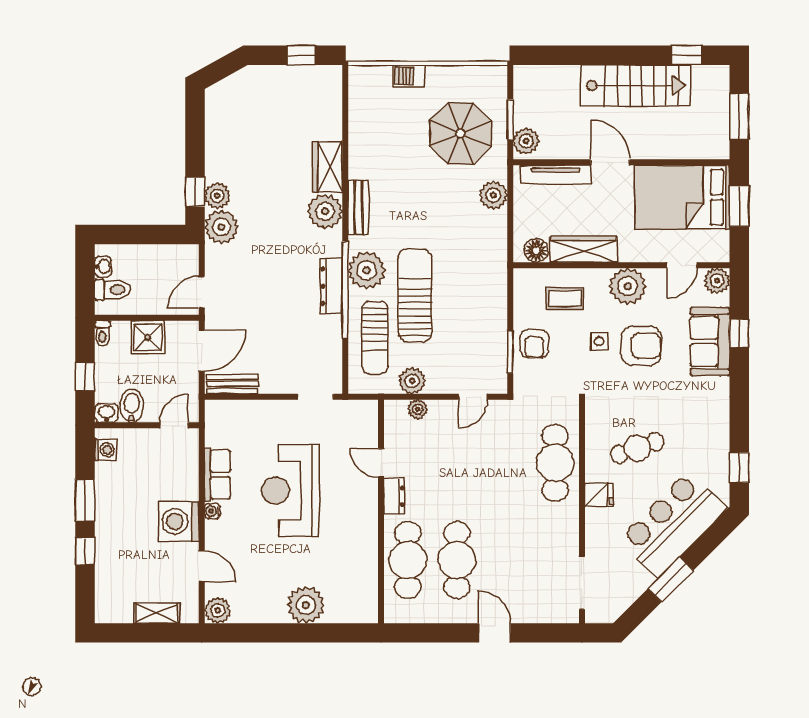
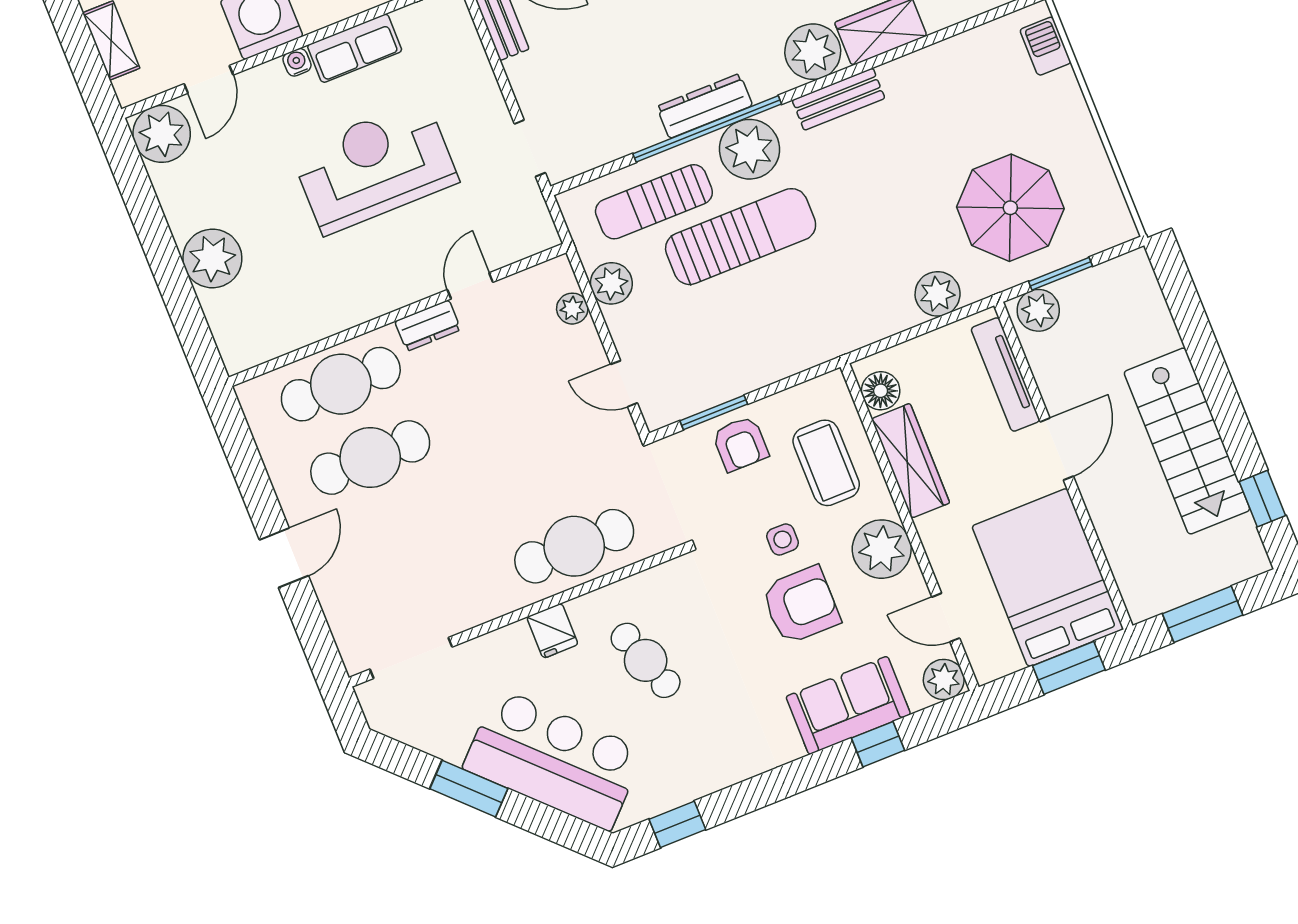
barbecue: (409, 76) -> (1045, 46), moved
coffee table: (565, 298) -> (826, 463), width x1.36, depth x1.30
armchair: (534, 344) -> (740, 444), turned -90
armchair: (641, 346) -> (801, 605), turned -90
plant: (218, 610) -> (162, 134), width x1.36, depth x1.36

